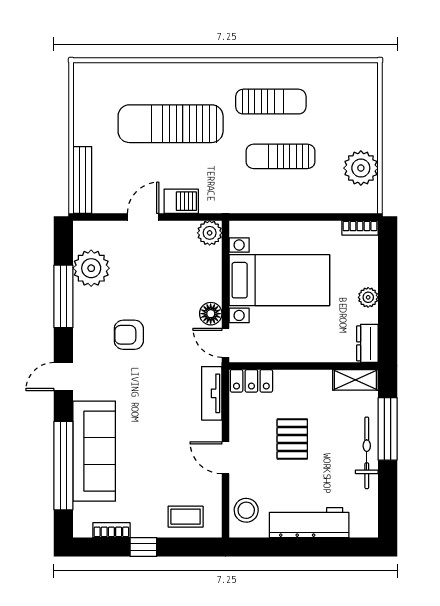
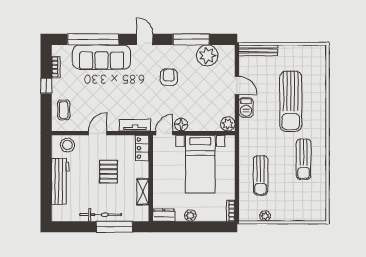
sun lounger: (171, 124) -> (291, 101), turned 180
sun lounger: (280, 156) -> (261, 175), moved, turned 180
plant: (361, 168) -> (265, 216), width x0.53, depth x0.53
shelving: (355, 380) -> (143, 192), moved
pallet: (292, 439) -> (109, 172), turned 90

